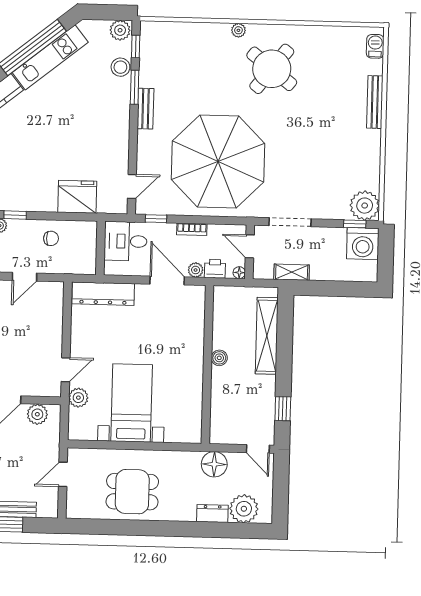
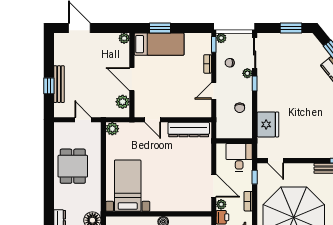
door: (24, 277) -> (214, 91), hinge flipped
door: (167, 281) -> (214, 186), hinge flipped
dresser: (103, 294) -> (189, 130), moved, turned -90
plant: (78, 398) -> (112, 129), moved
bed with nightstands: (132, 403) -> (128, 186), moved, turned -90

